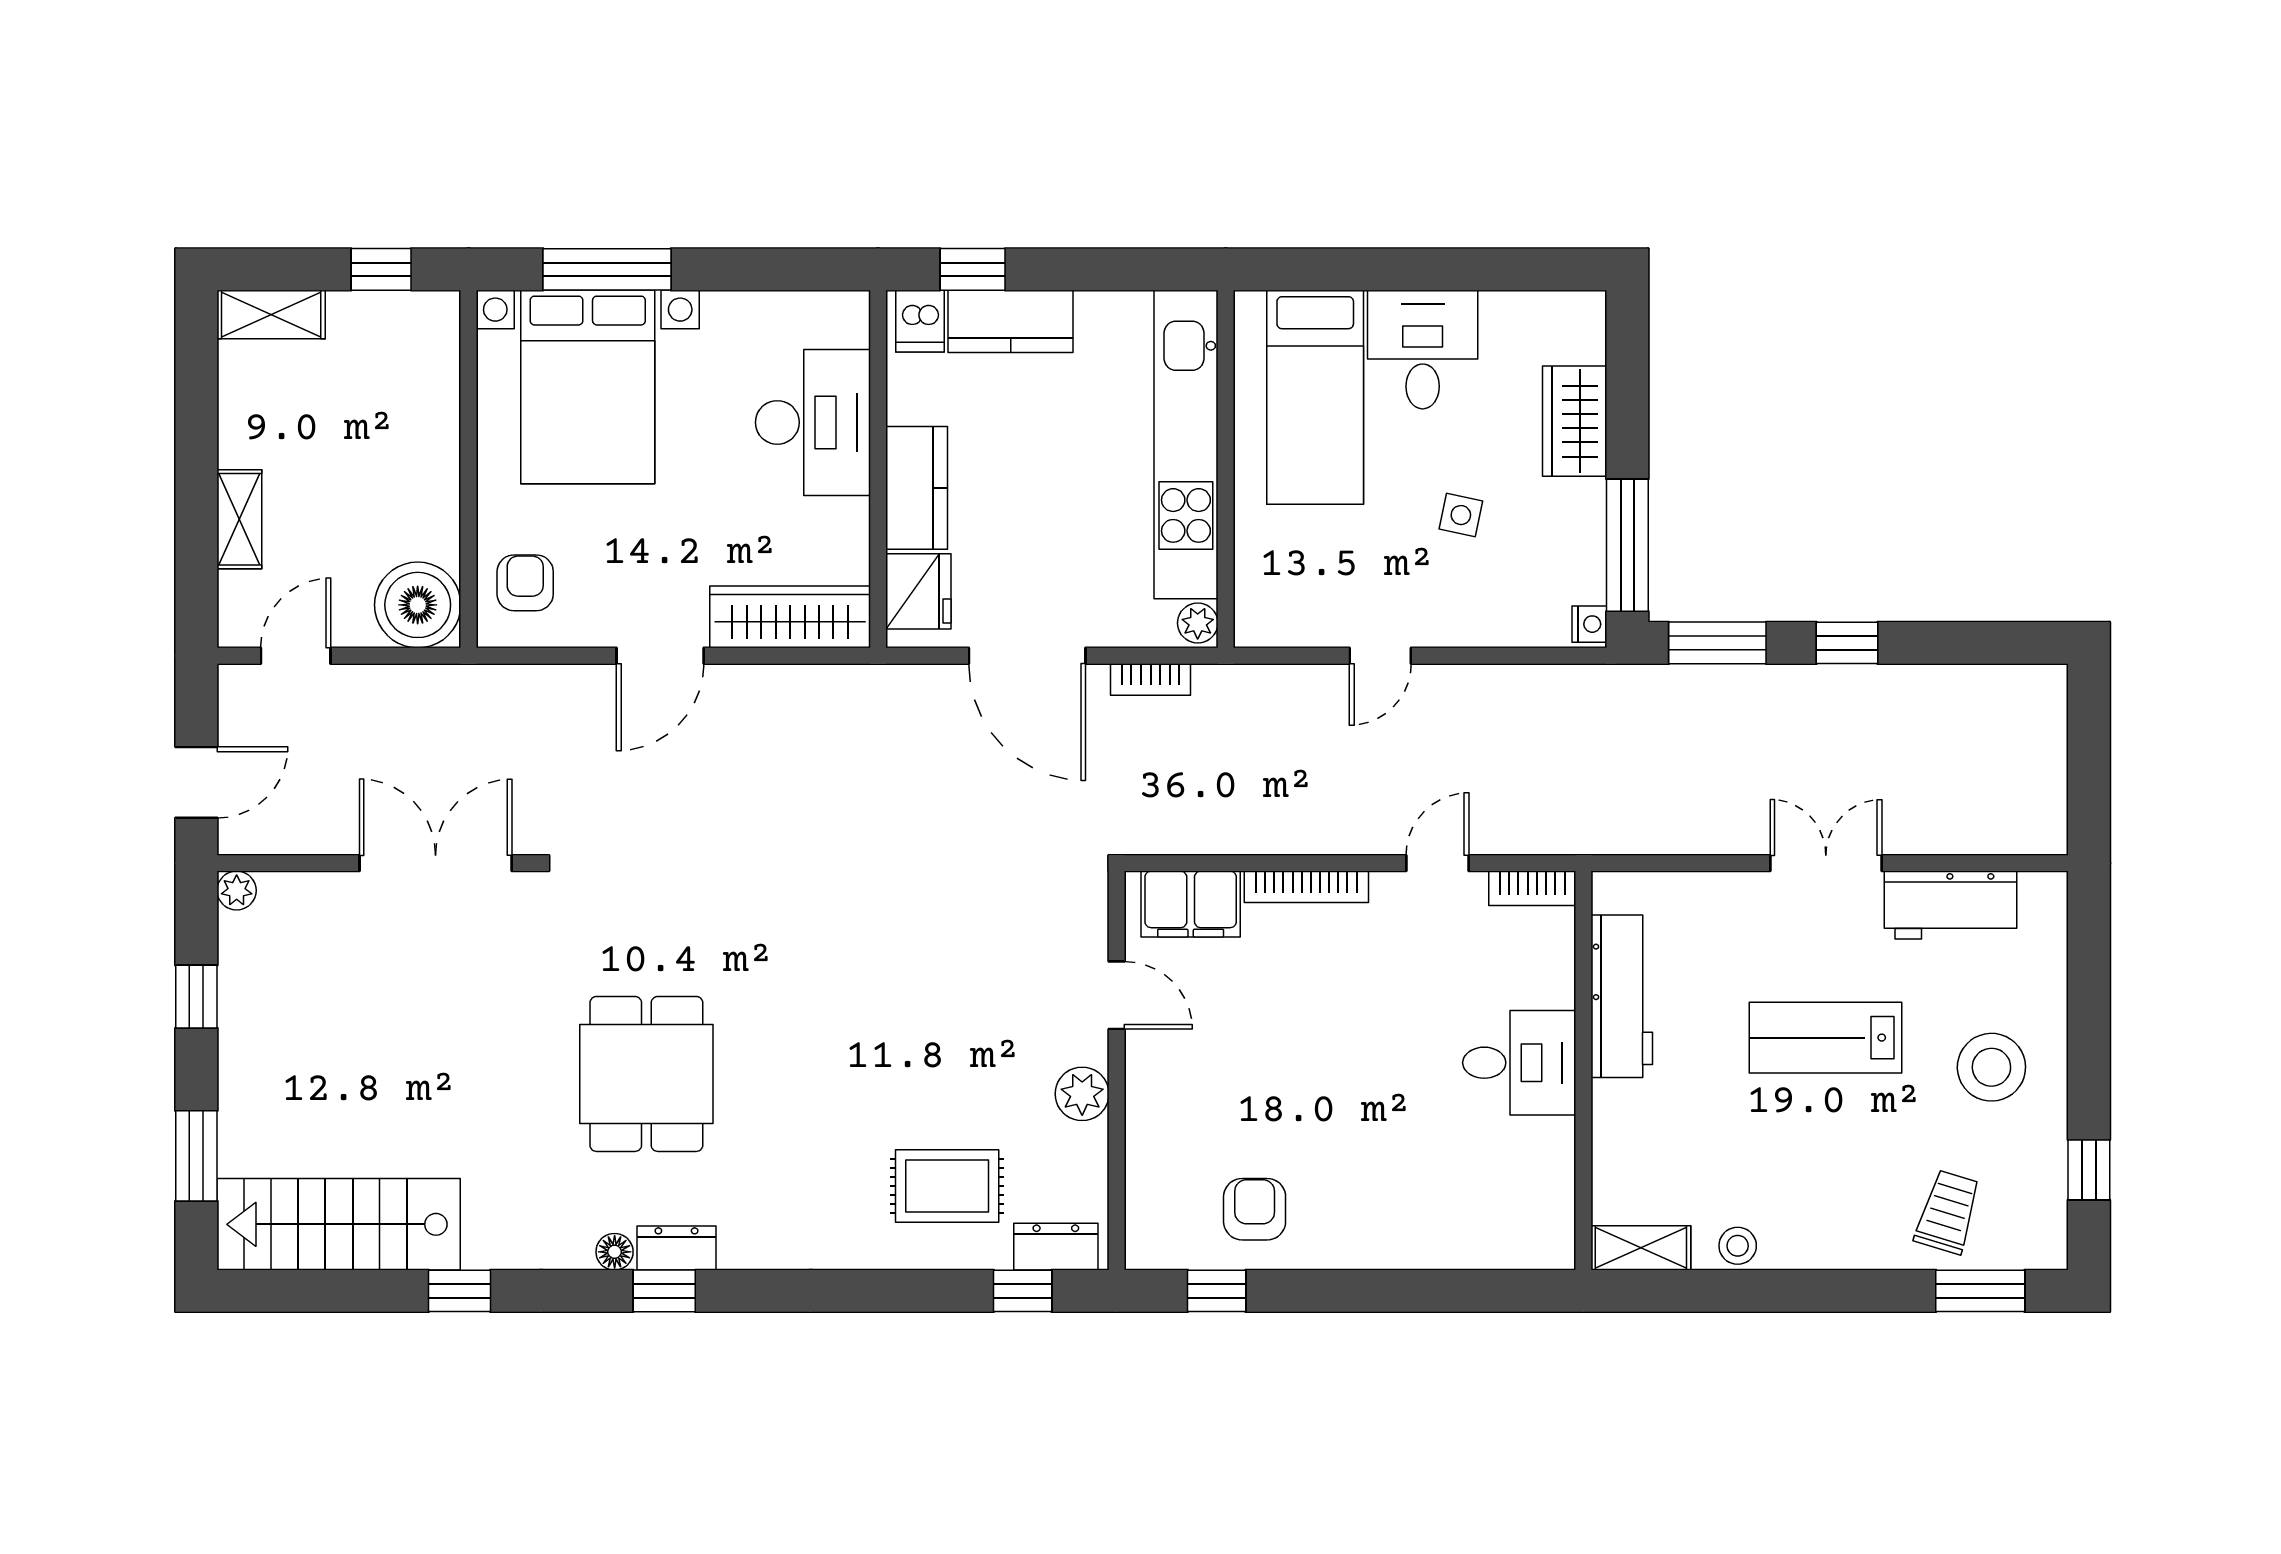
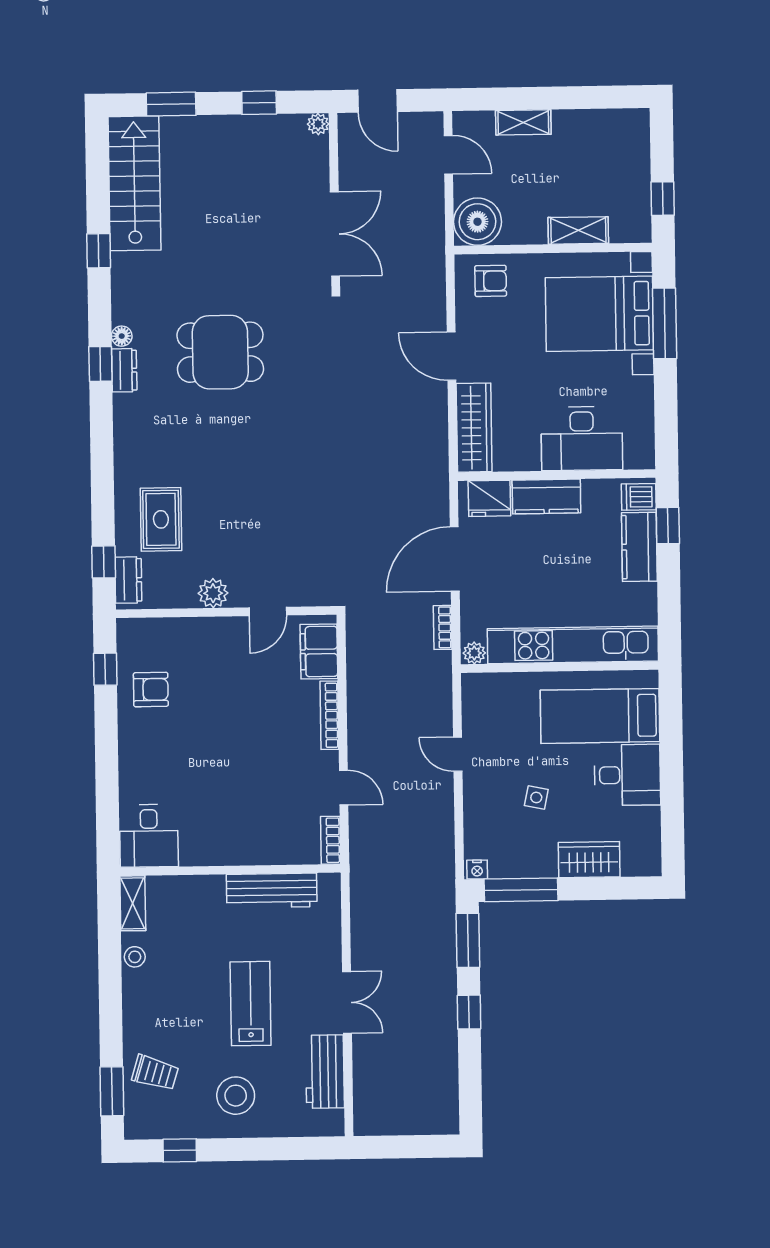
shelving: (271, 315) -> (578, 230), moved, turned 90
desk: (1519, 1063) -> (149, 836), moved

